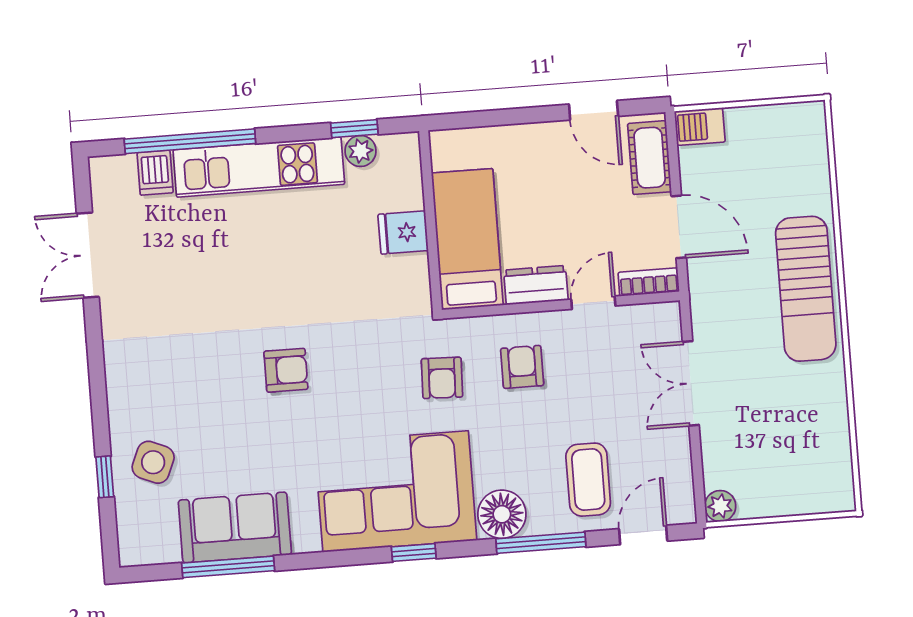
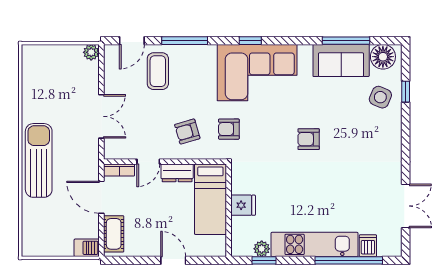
door: (594, 110) -> (173, 260), moved
armchair: (522, 367) -> (187, 131), turned 74
armchair: (442, 378) -> (229, 129), turned -92
floor lamp: (502, 514) -> (383, 57), moved

